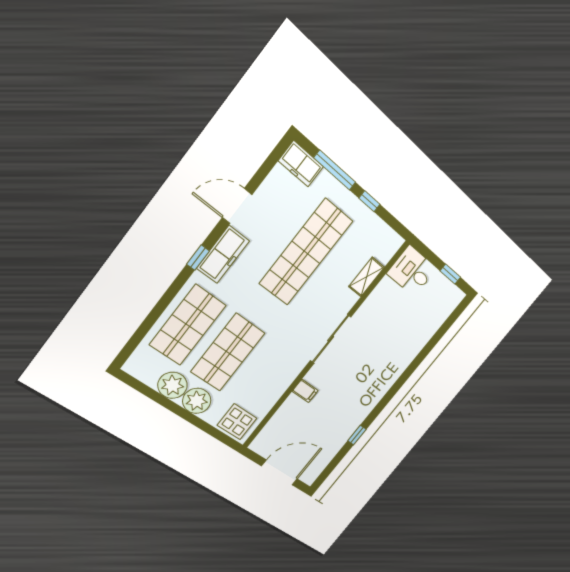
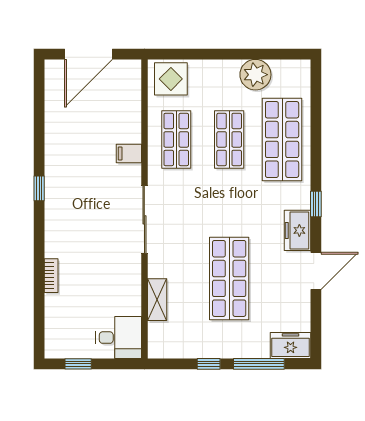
shop shelf: (306, 252) -> (229, 278), width x0.71
freezer: (223, 255) -> (298, 230), width x0.71
bookcase: (418, 346) -> (51, 276), added
shop shelf: (228, 352) -> (229, 139), width x0.70, depth x0.74
shop shelf: (266, 378) -> (176, 139), added
plant: (197, 401) -> (223, 74), removed
window: (357, 435) -> (39, 188), moved

